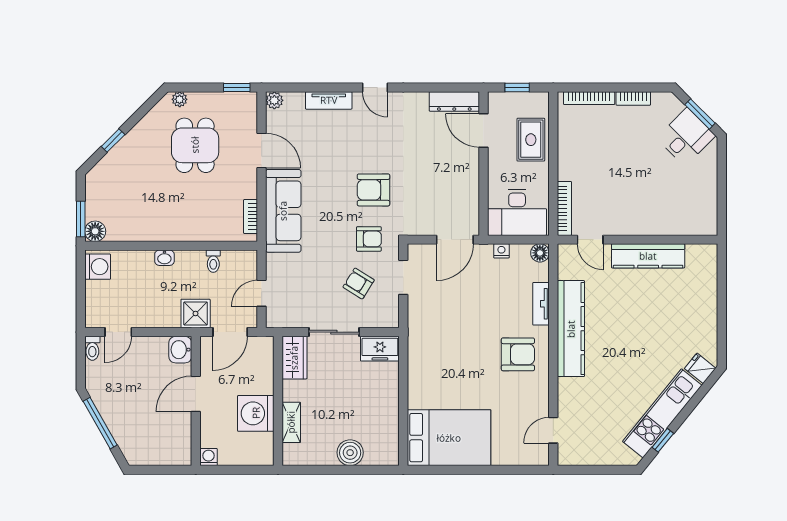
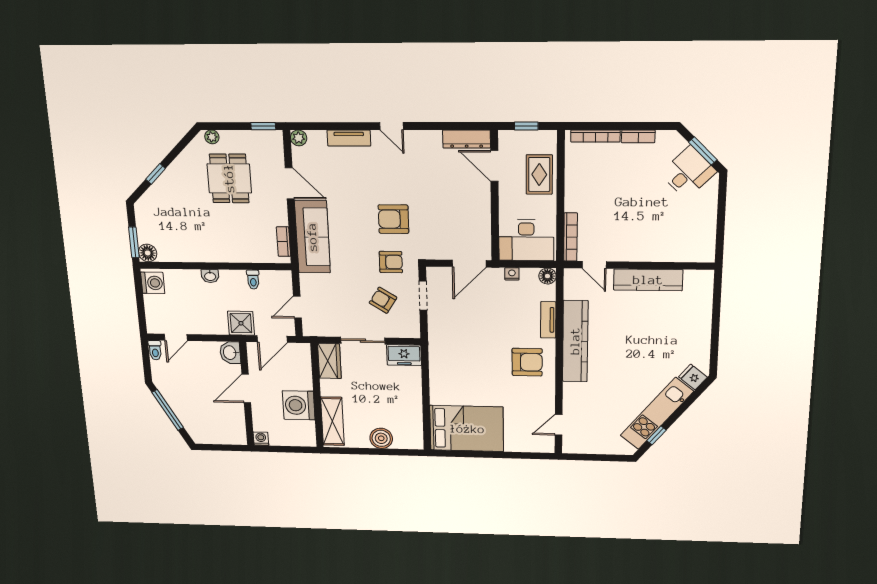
shelving: (291, 422) -> (332, 421), width x1.50, depth x1.33

